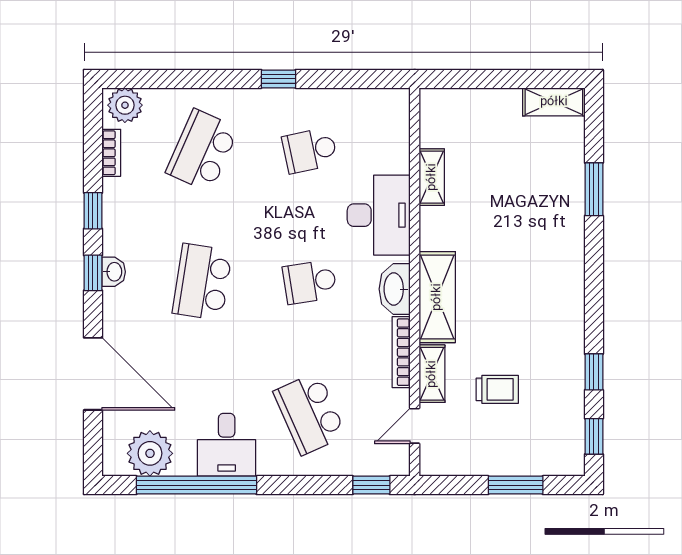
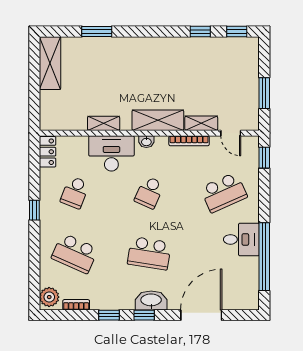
locker: (382, 102) -> (48, 152), added
shelving: (554, 102) -> (50, 63), width x1.50, depth x1.33
school desk: (310, 150) -> (75, 192), turned 33
shelving: (432, 177) -> (104, 123), moved
washbasin: (114, 272) -> (151, 300), width x1.91, depth x1.45
school desk: (310, 282) -> (149, 192), turned 33
washbasin: (395, 289) -> (146, 142), width x0.52, depth x0.69
trolley: (497, 389) -> (210, 86), removed
plant: (150, 453) -> (246, 283), removed
window: (516, 485) -> (264, 93), moved

